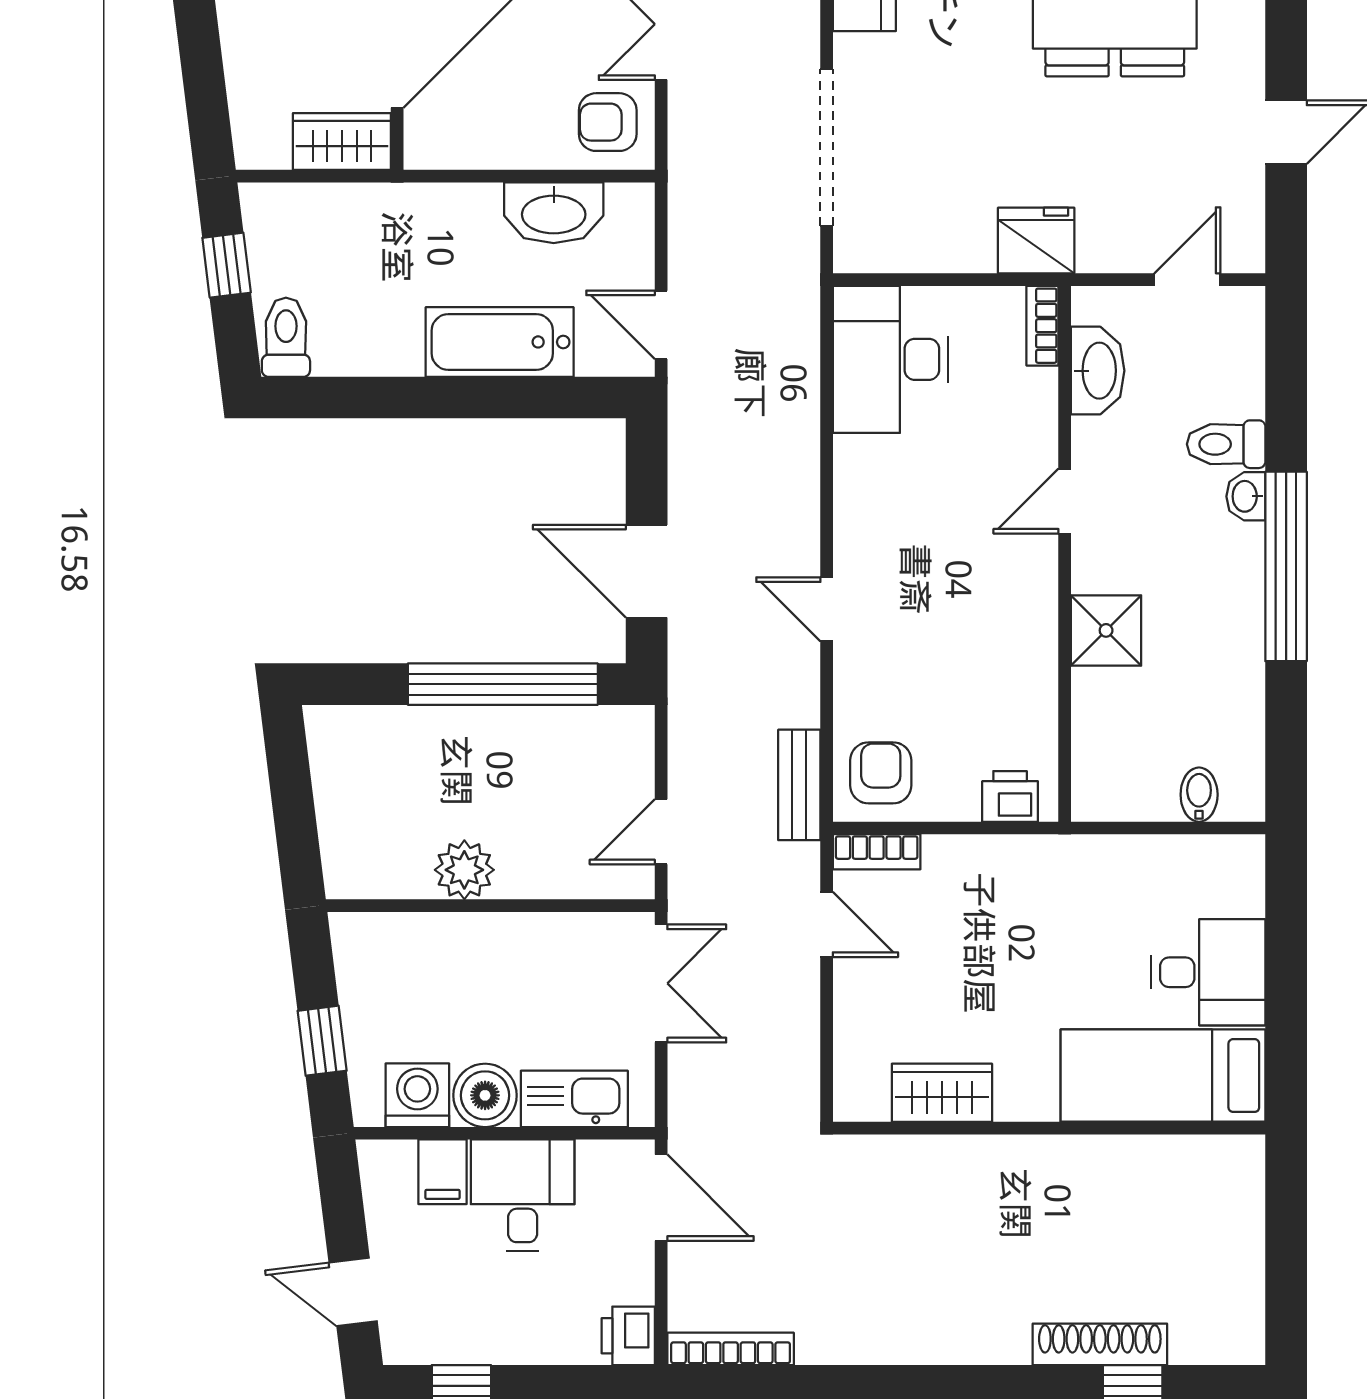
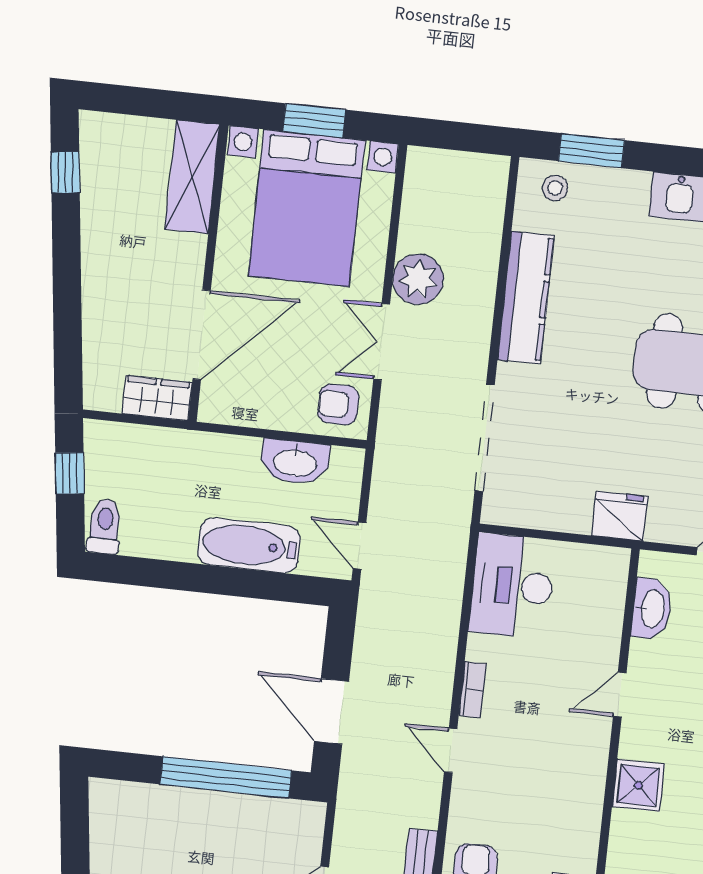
bookcase: (1042, 326) -> (472, 690), moved, turned 180

